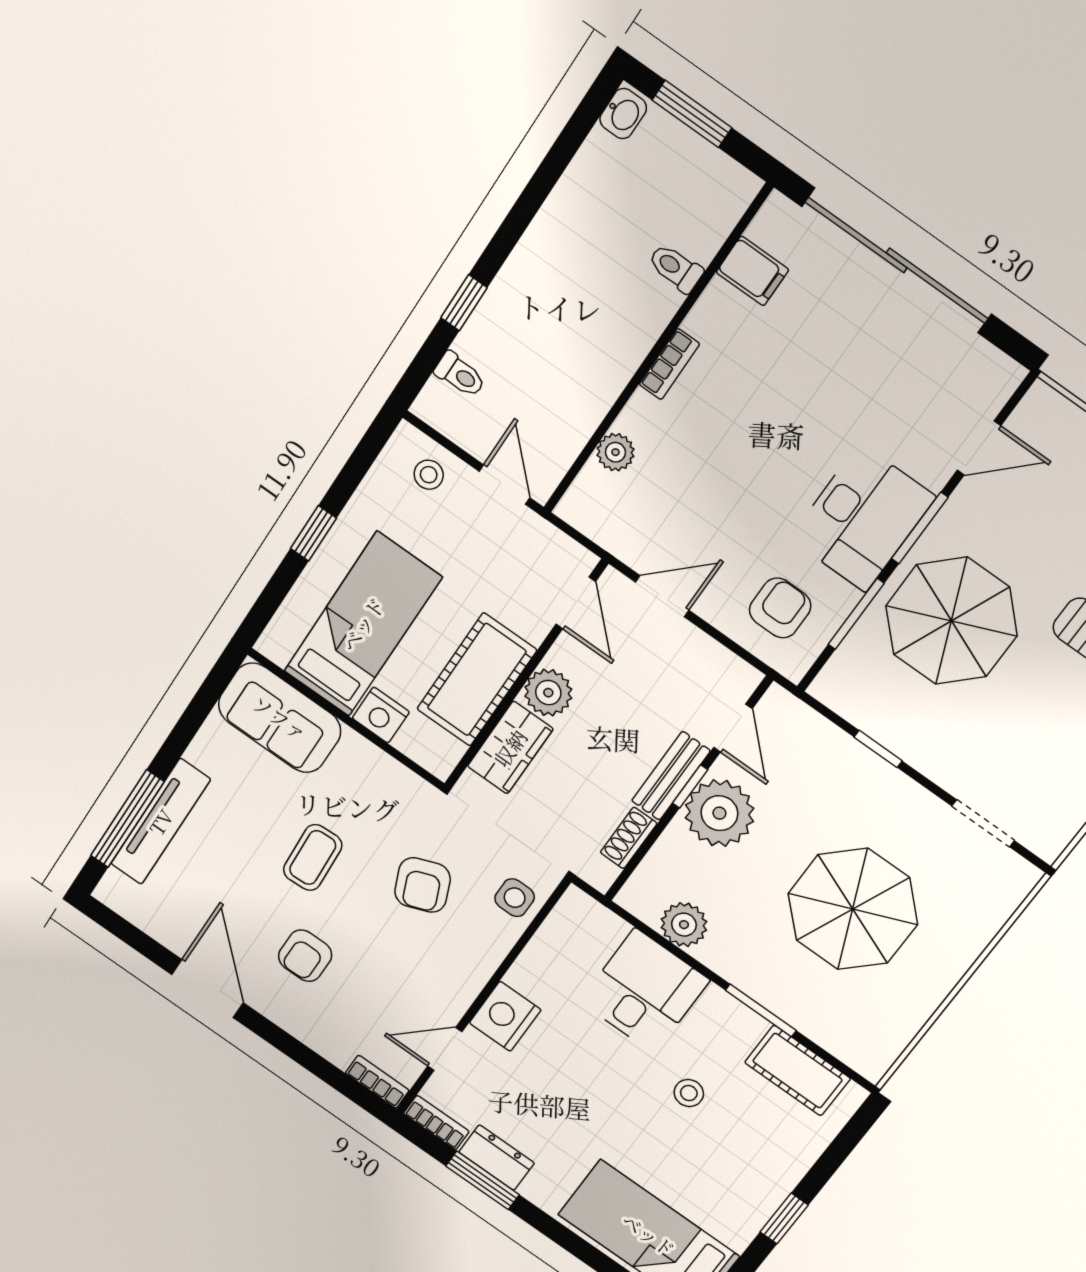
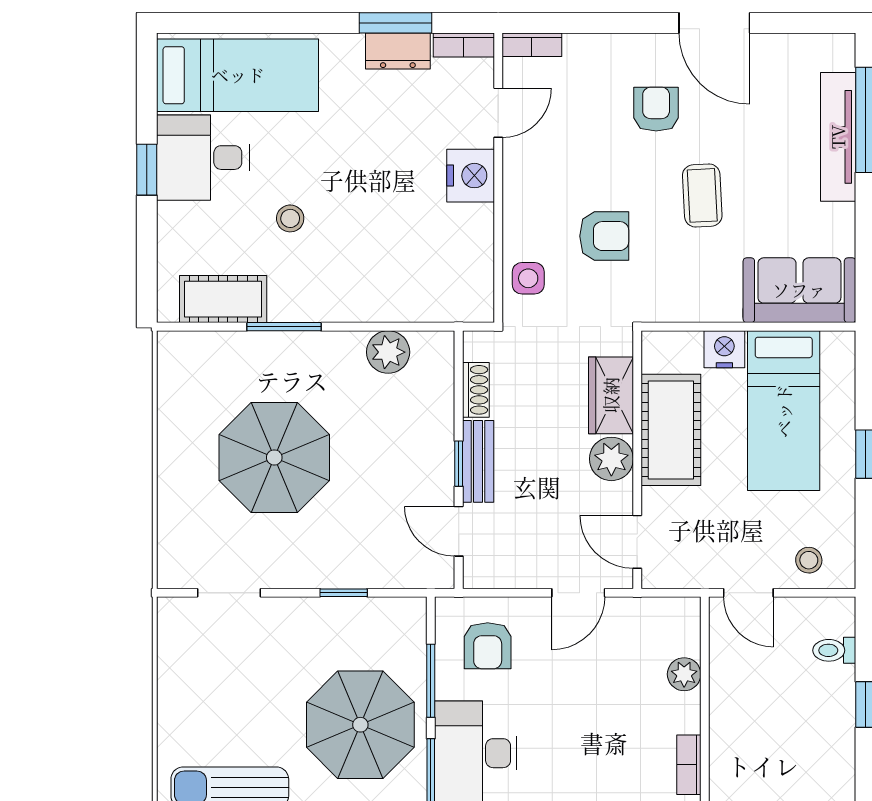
plant: (719, 813) -> (423, 459), removed
armchair: (422, 885) -> (604, 236), turned 112
desk: (645, 991) -> (203, 158), moved, turned 90

